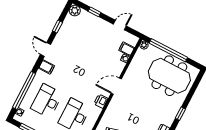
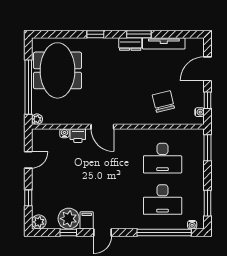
door: (120, 25) -> (28, 160), swing flipped
plant: (67, 32) -> (69, 219), added
filing cabinet: (127, 49) -> (52, 137), removed
filing cabinet: (47, 67) -> (87, 220), moved
printer: (101, 101) -> (78, 136), moved

